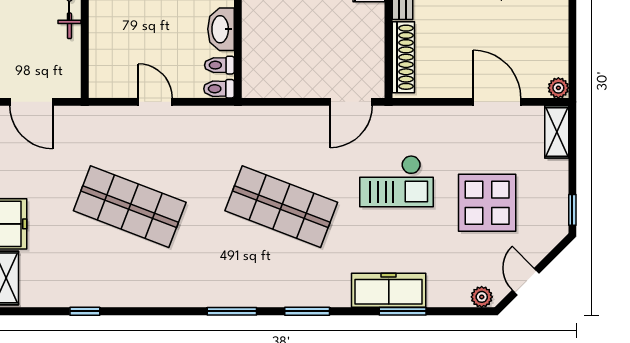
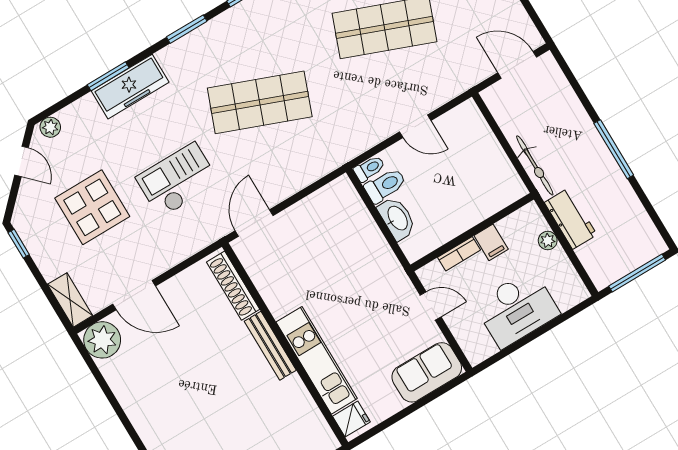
toilet: (219, 65) -> (385, 185), width x1.37, depth x1.39
plant: (558, 88) -> (102, 340), width x1.87, depth x1.87

